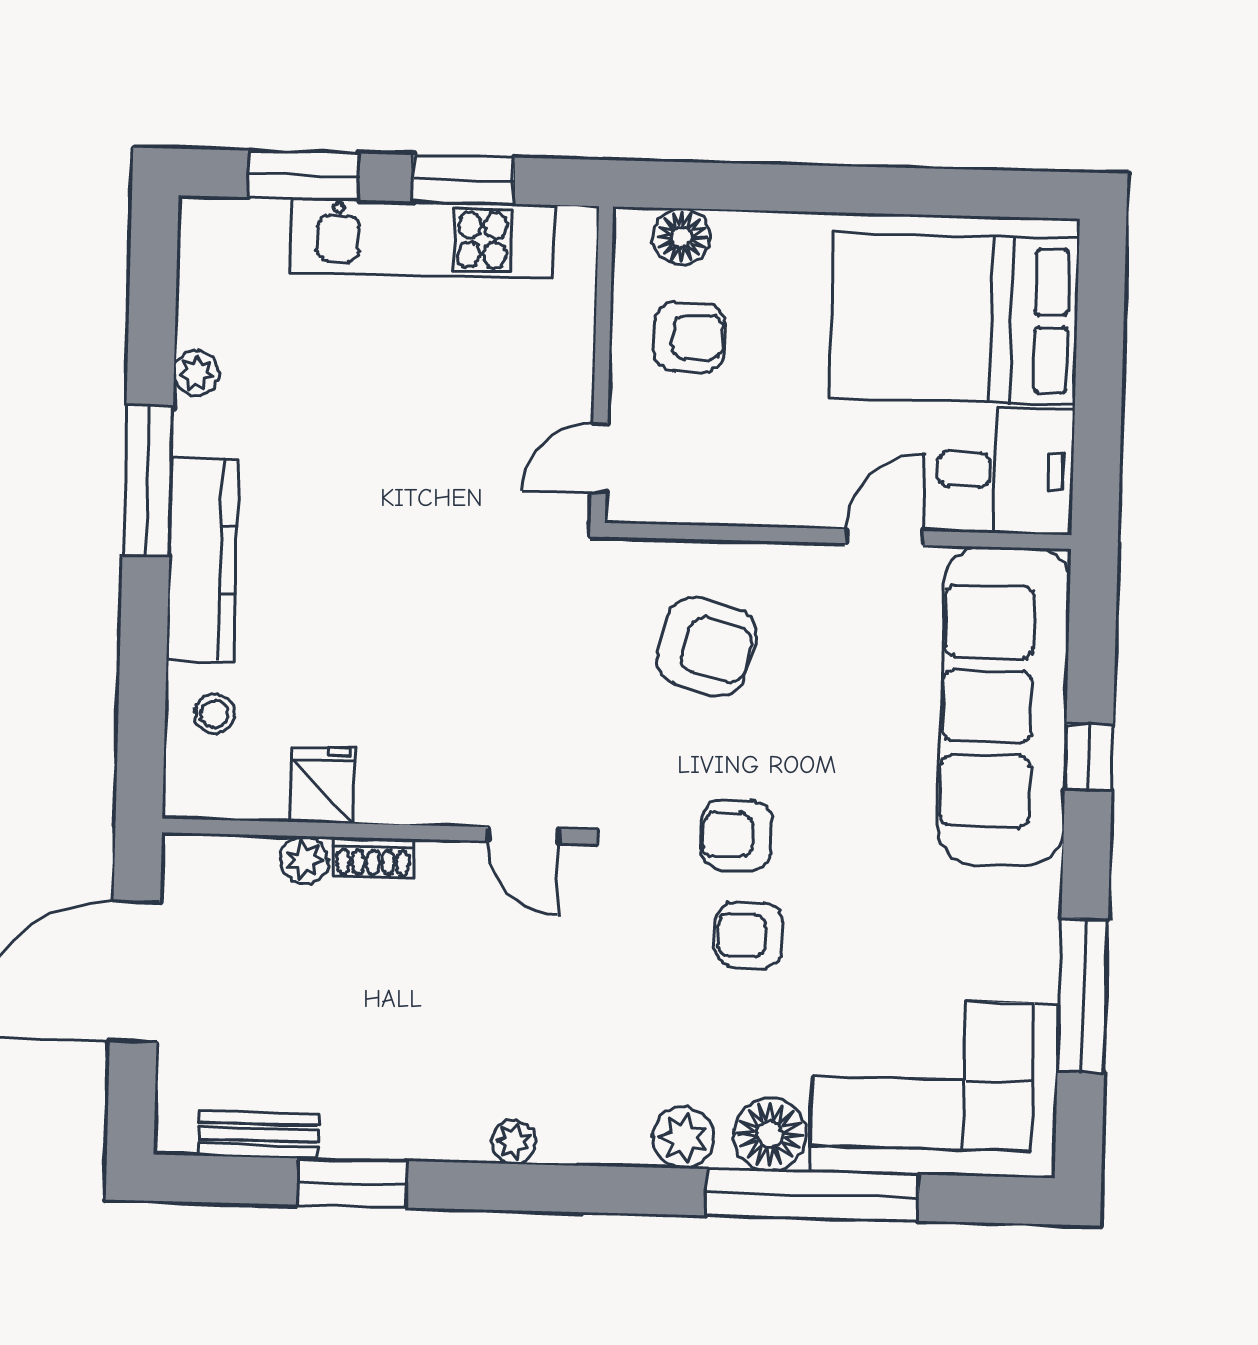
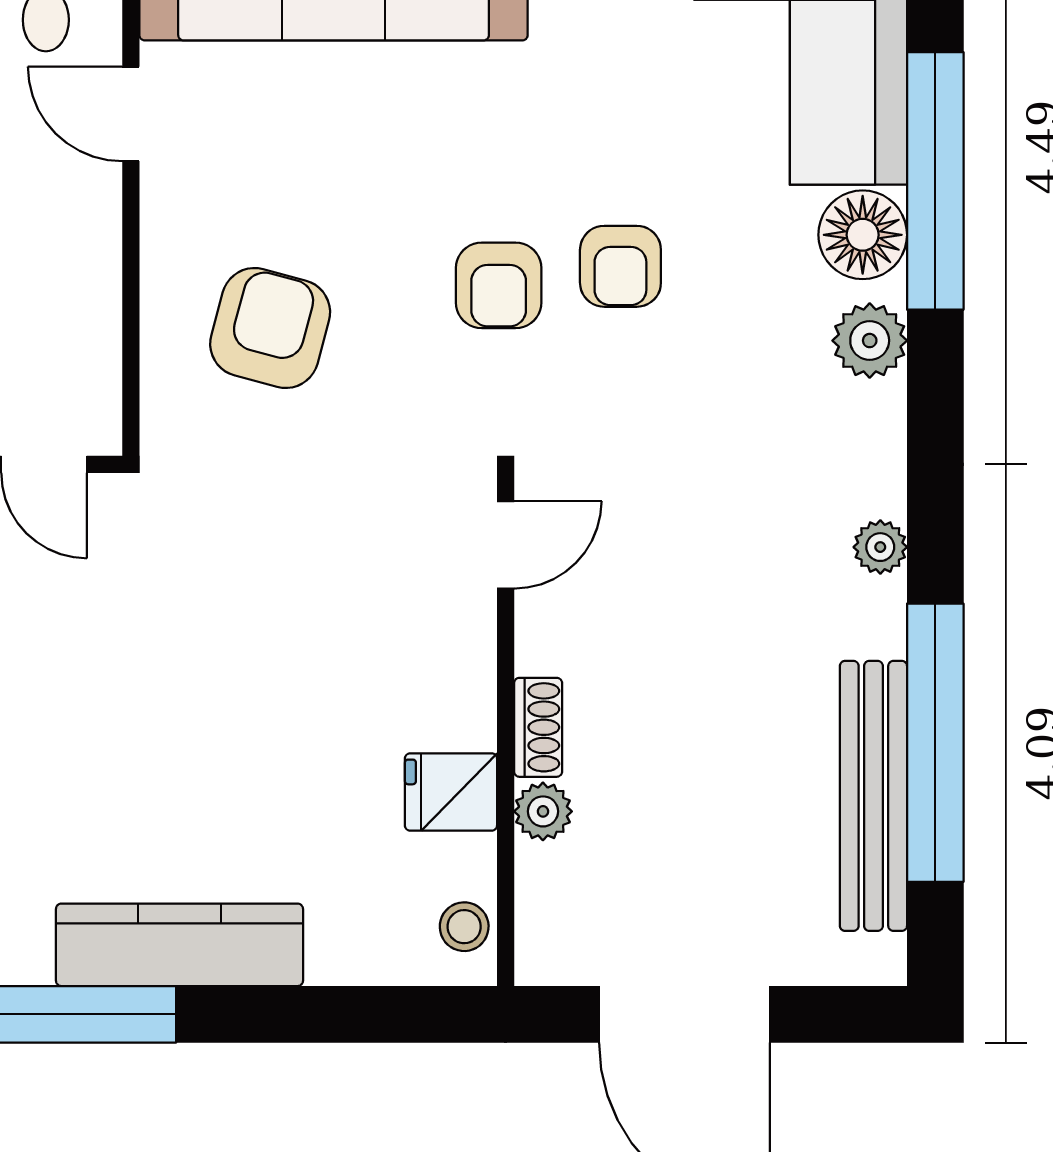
stool: (214, 714) -> (464, 927), moved
bench: (258, 1135) -> (873, 796), width x1.86, depth x1.21
window: (352, 1183) -> (935, 743), width x2.11

